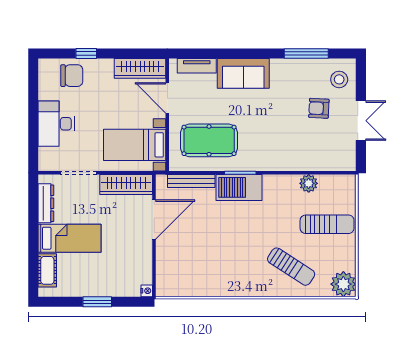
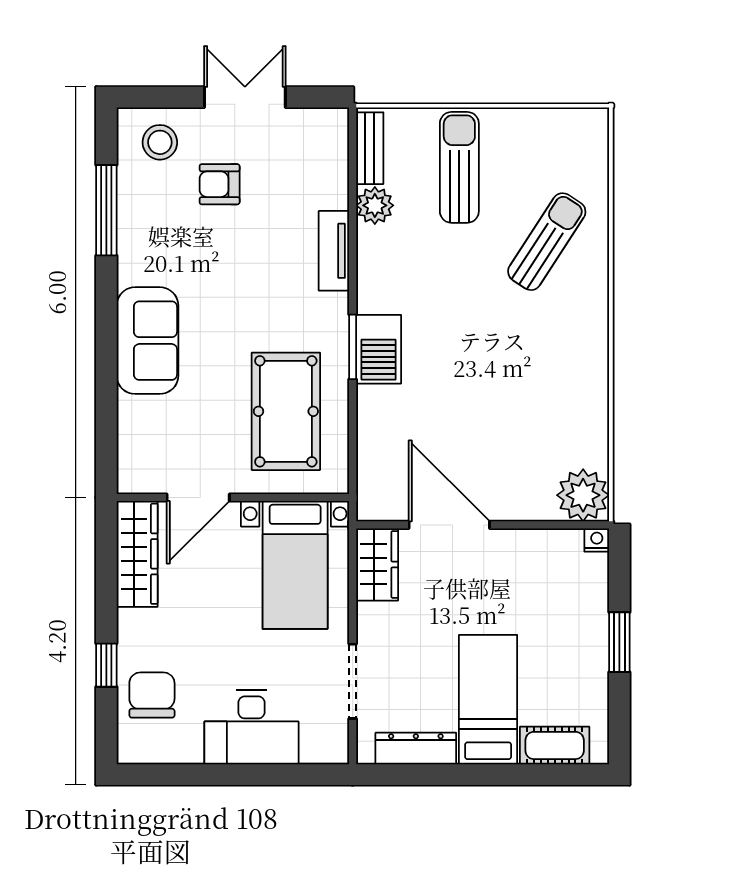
tv unit: (197, 66) -> (334, 251), moved, turned 180
armchair: (319, 108) -> (220, 184), turned 87
bench: (191, 181) -> (370, 148), moved, width x0.73
wardrobe: (126, 184) -> (377, 564), width x0.67
barbecue: (239, 187) -> (379, 349), width x0.73, depth x0.83
plant: (343, 284) -> (583, 495), moved

